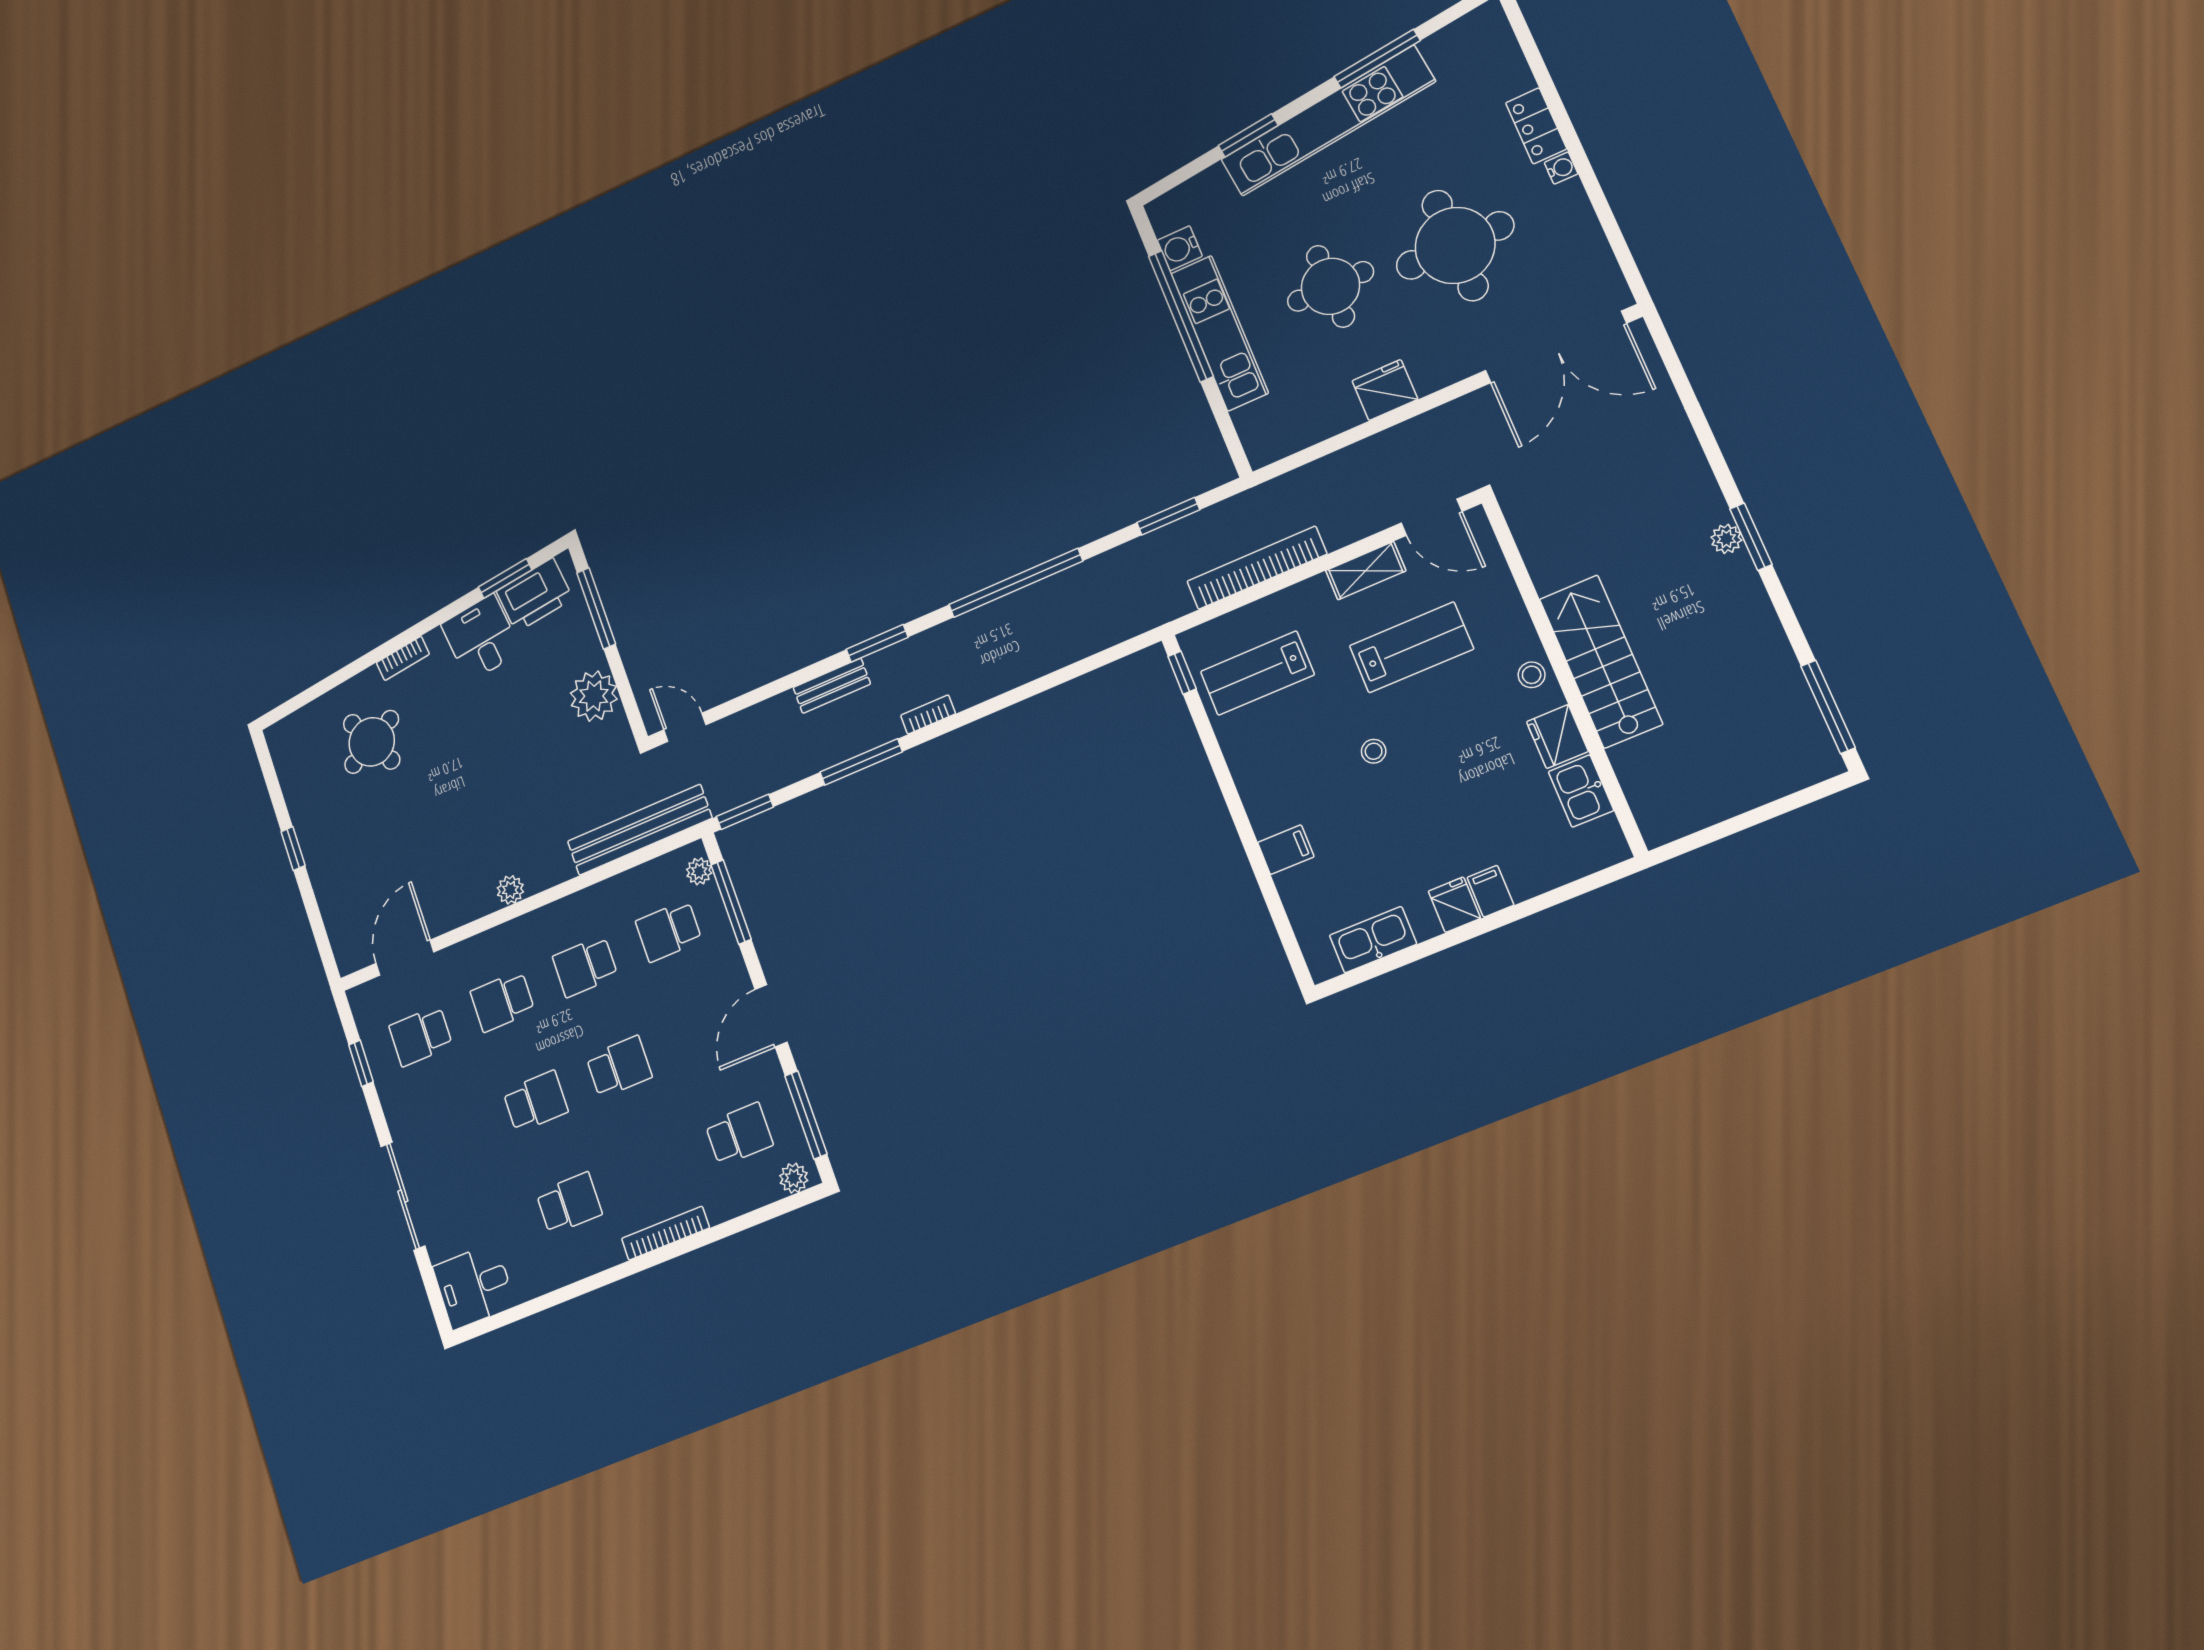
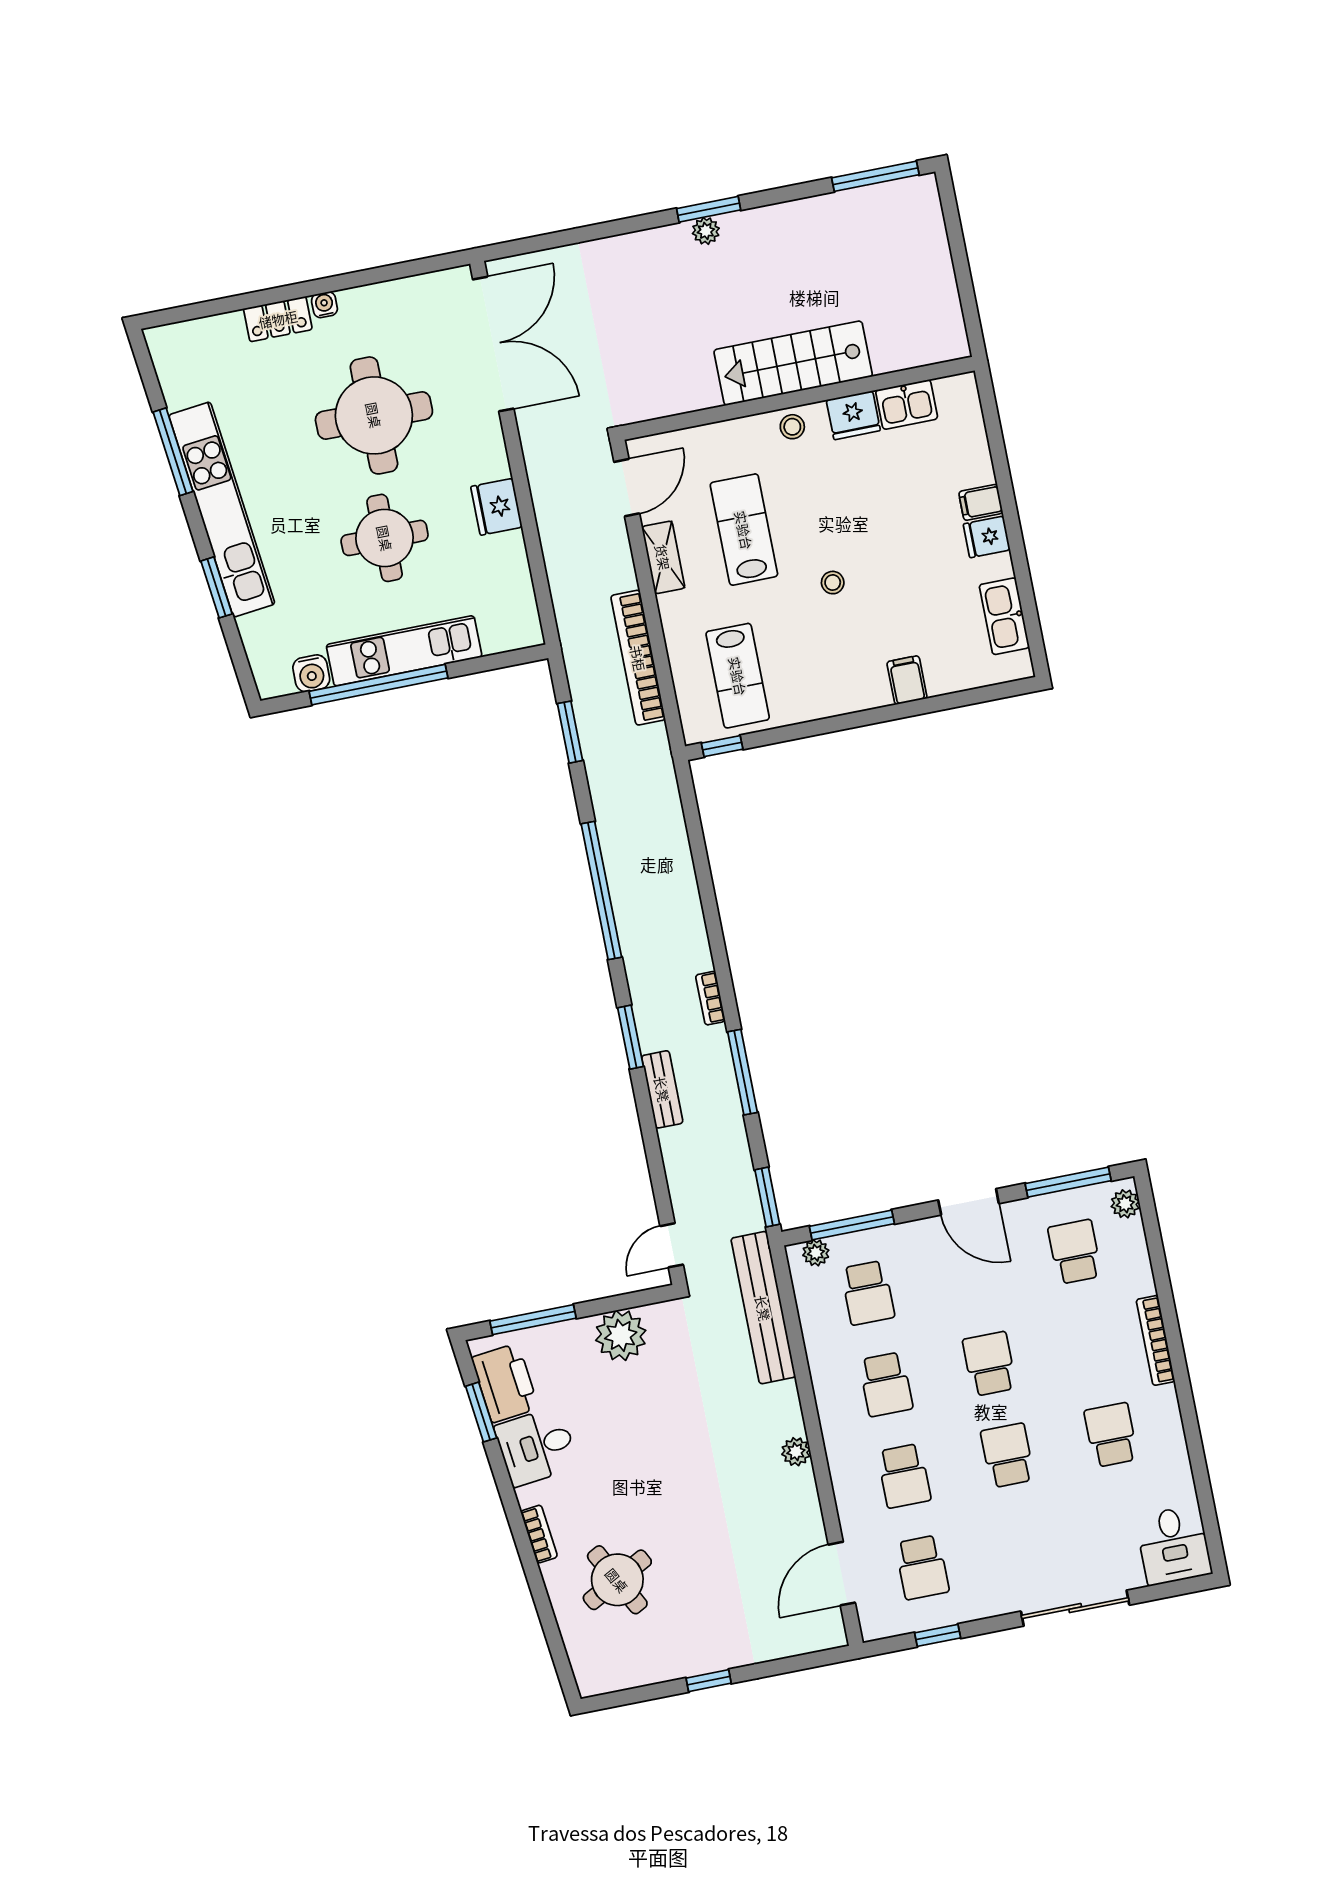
door: (405, 958) -> (842, 1574), hinge flipped

